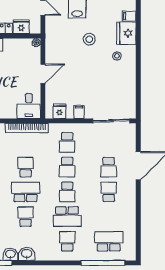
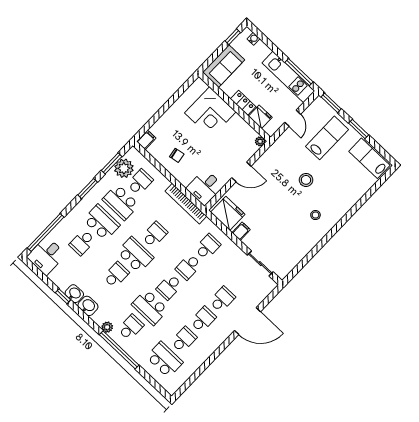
filing cabinet: (129, 16) -> (357, 192), removed
fridge: (126, 33) -> (341, 204), removed
fridge: (60, 111) -> (228, 213), width x1.88, depth x1.34
sliding door: (111, 121) -> (260, 264), width x0.73
school desk: (67, 142) -> (208, 247), turned 180
school desk: (109, 167) -> (222, 299), turned 180
school desk: (109, 217) -> (184, 339), added
plant: (52, 256) -> (107, 327), added
window: (103, 263) -> (119, 350), moved

